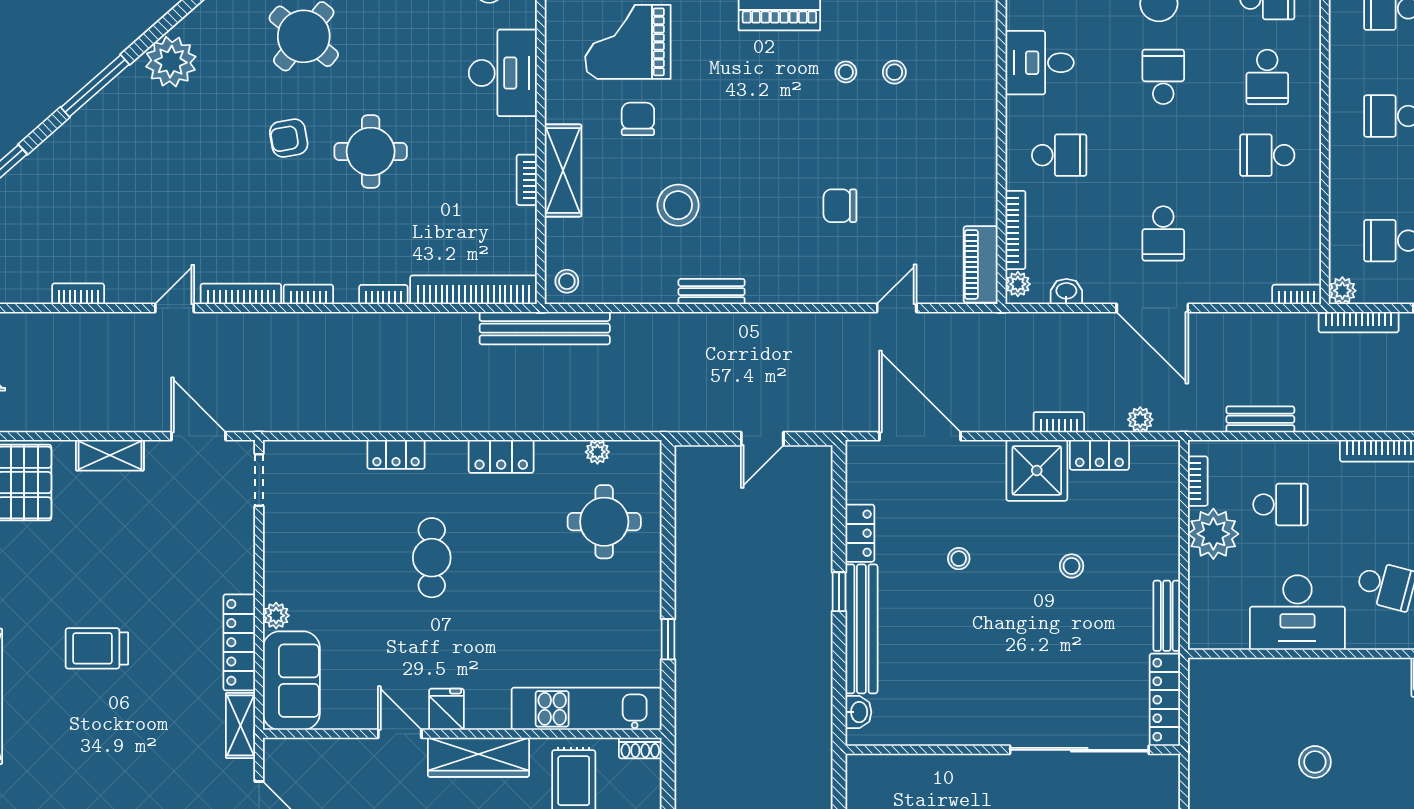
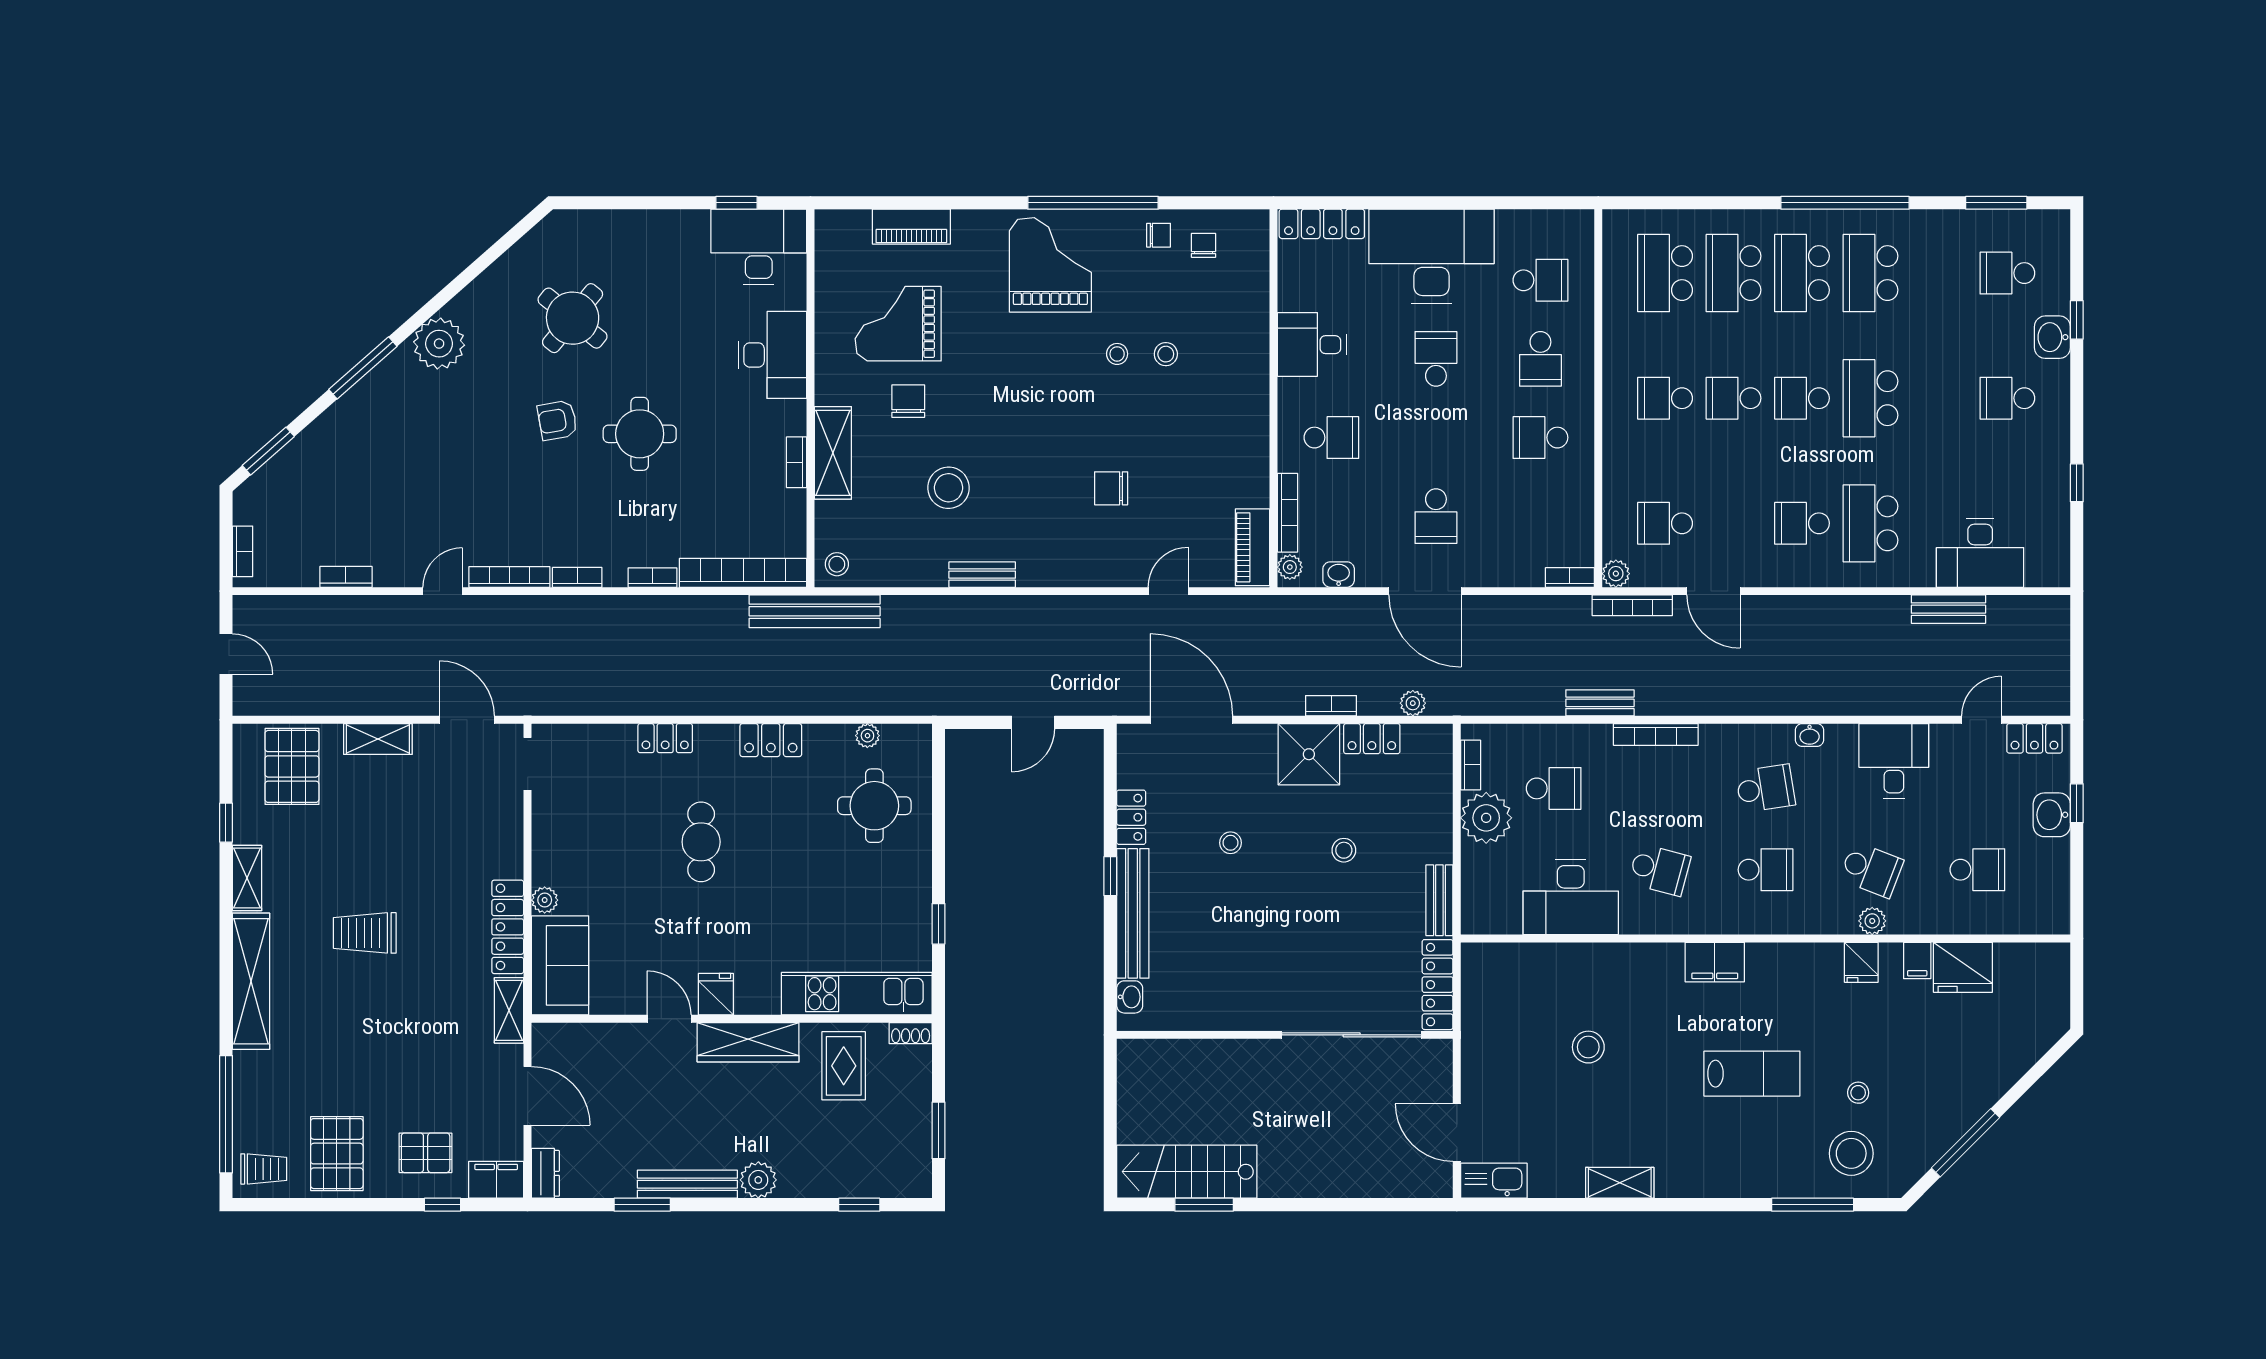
bench: (1260, 419) -> (1600, 703), moved

